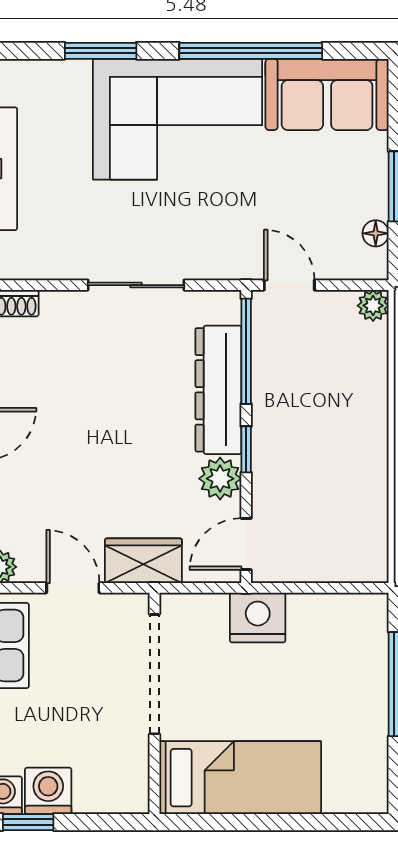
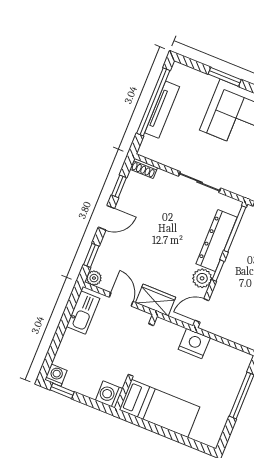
washing machine: (48, 791) -> (109, 394), moved, turned -90

